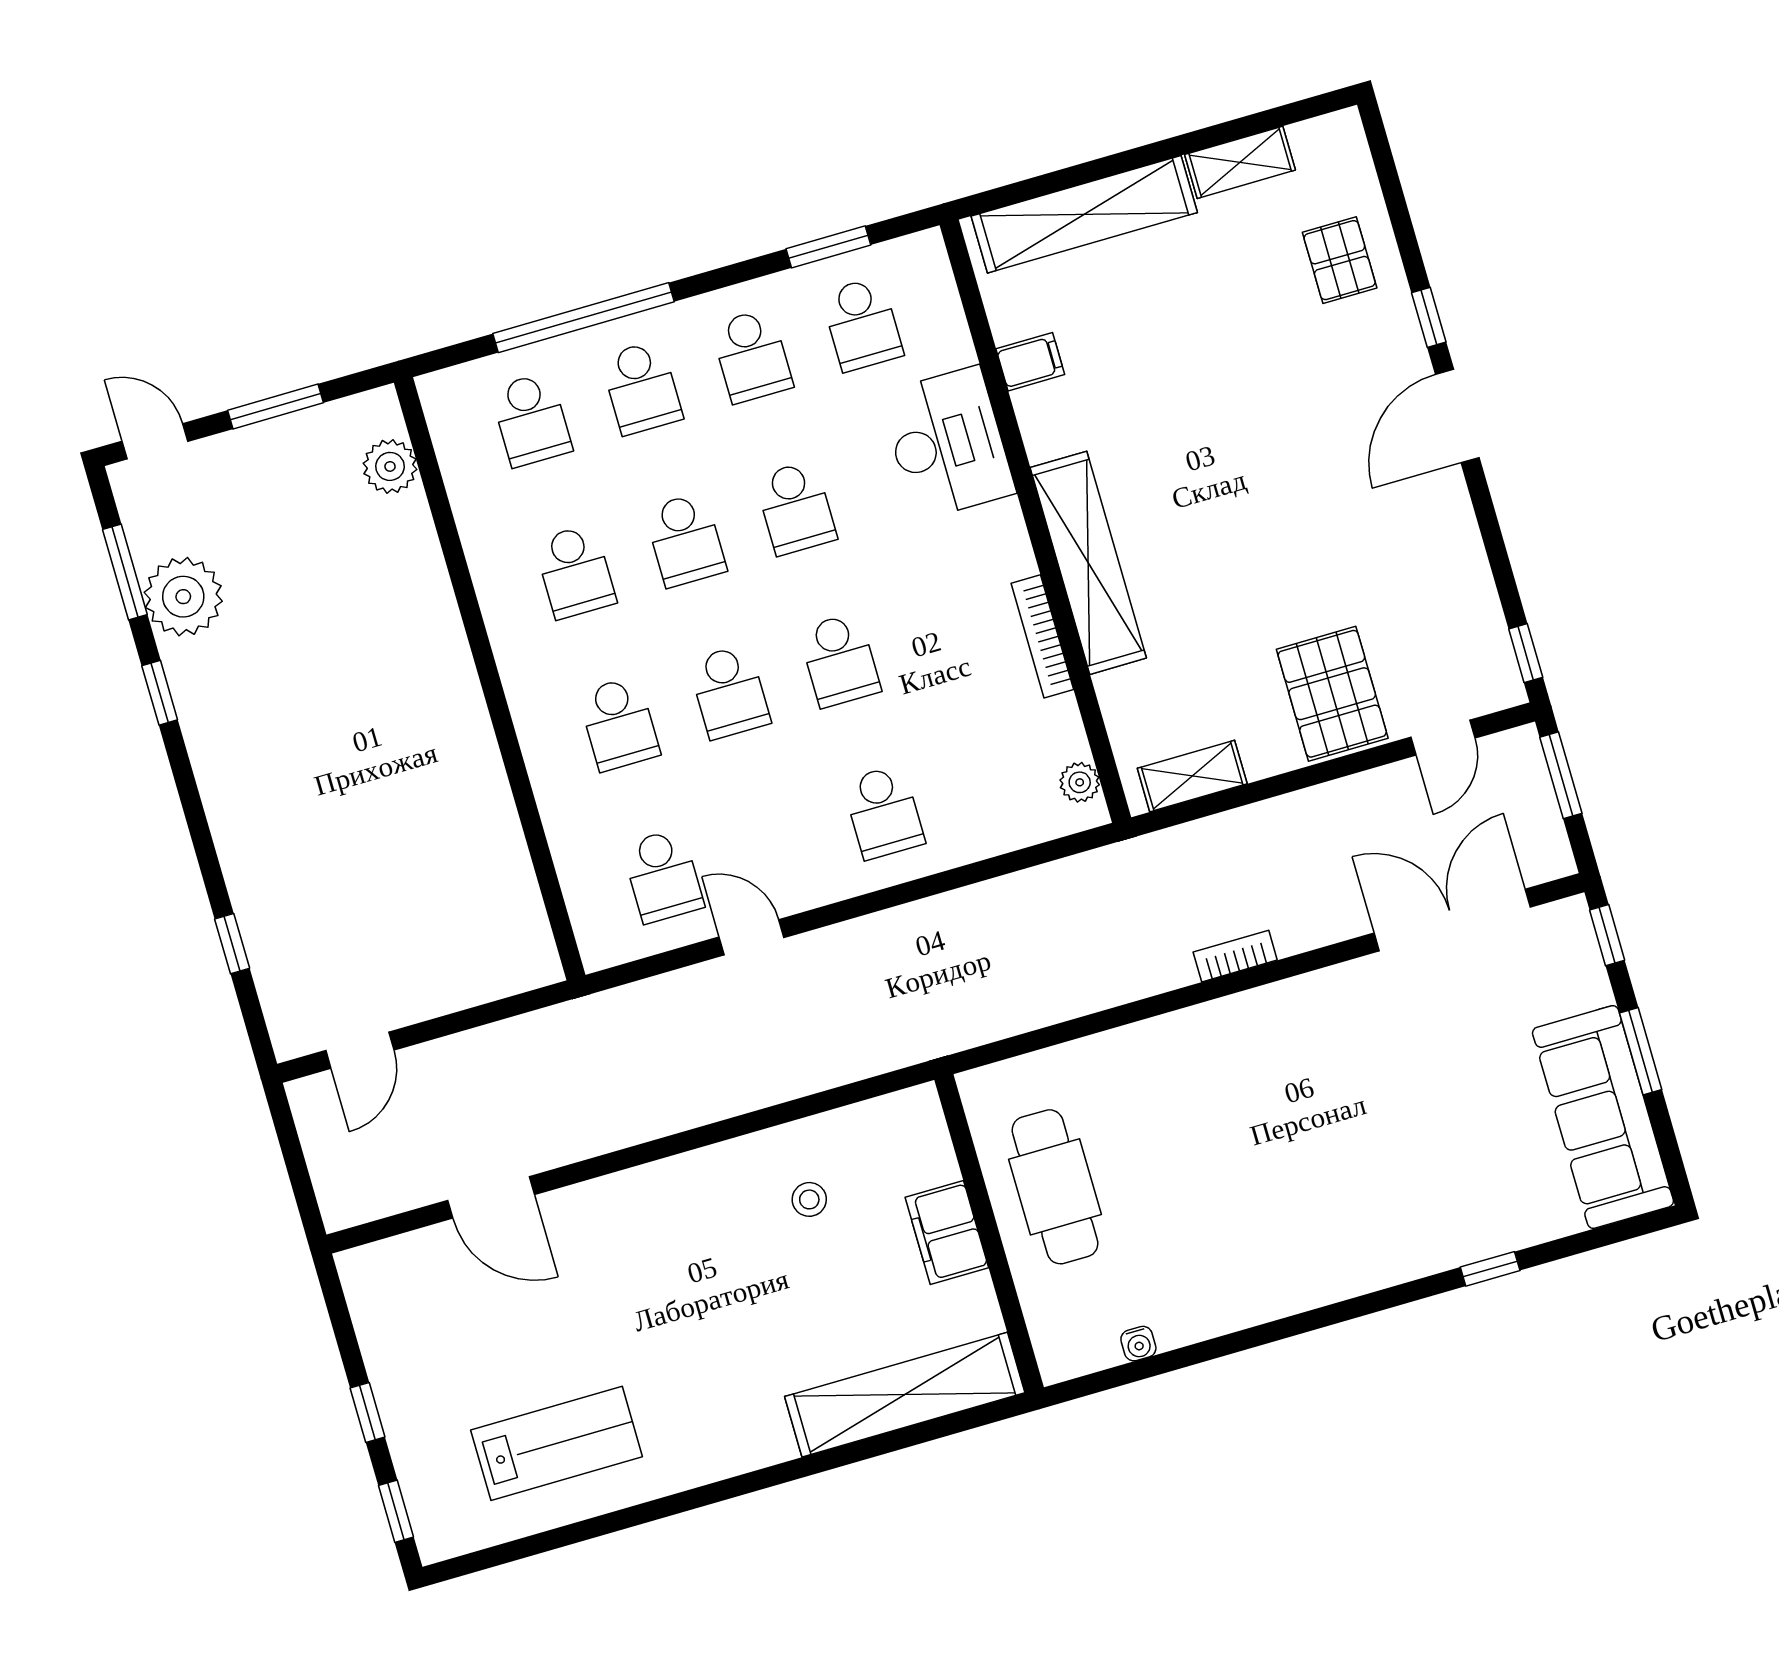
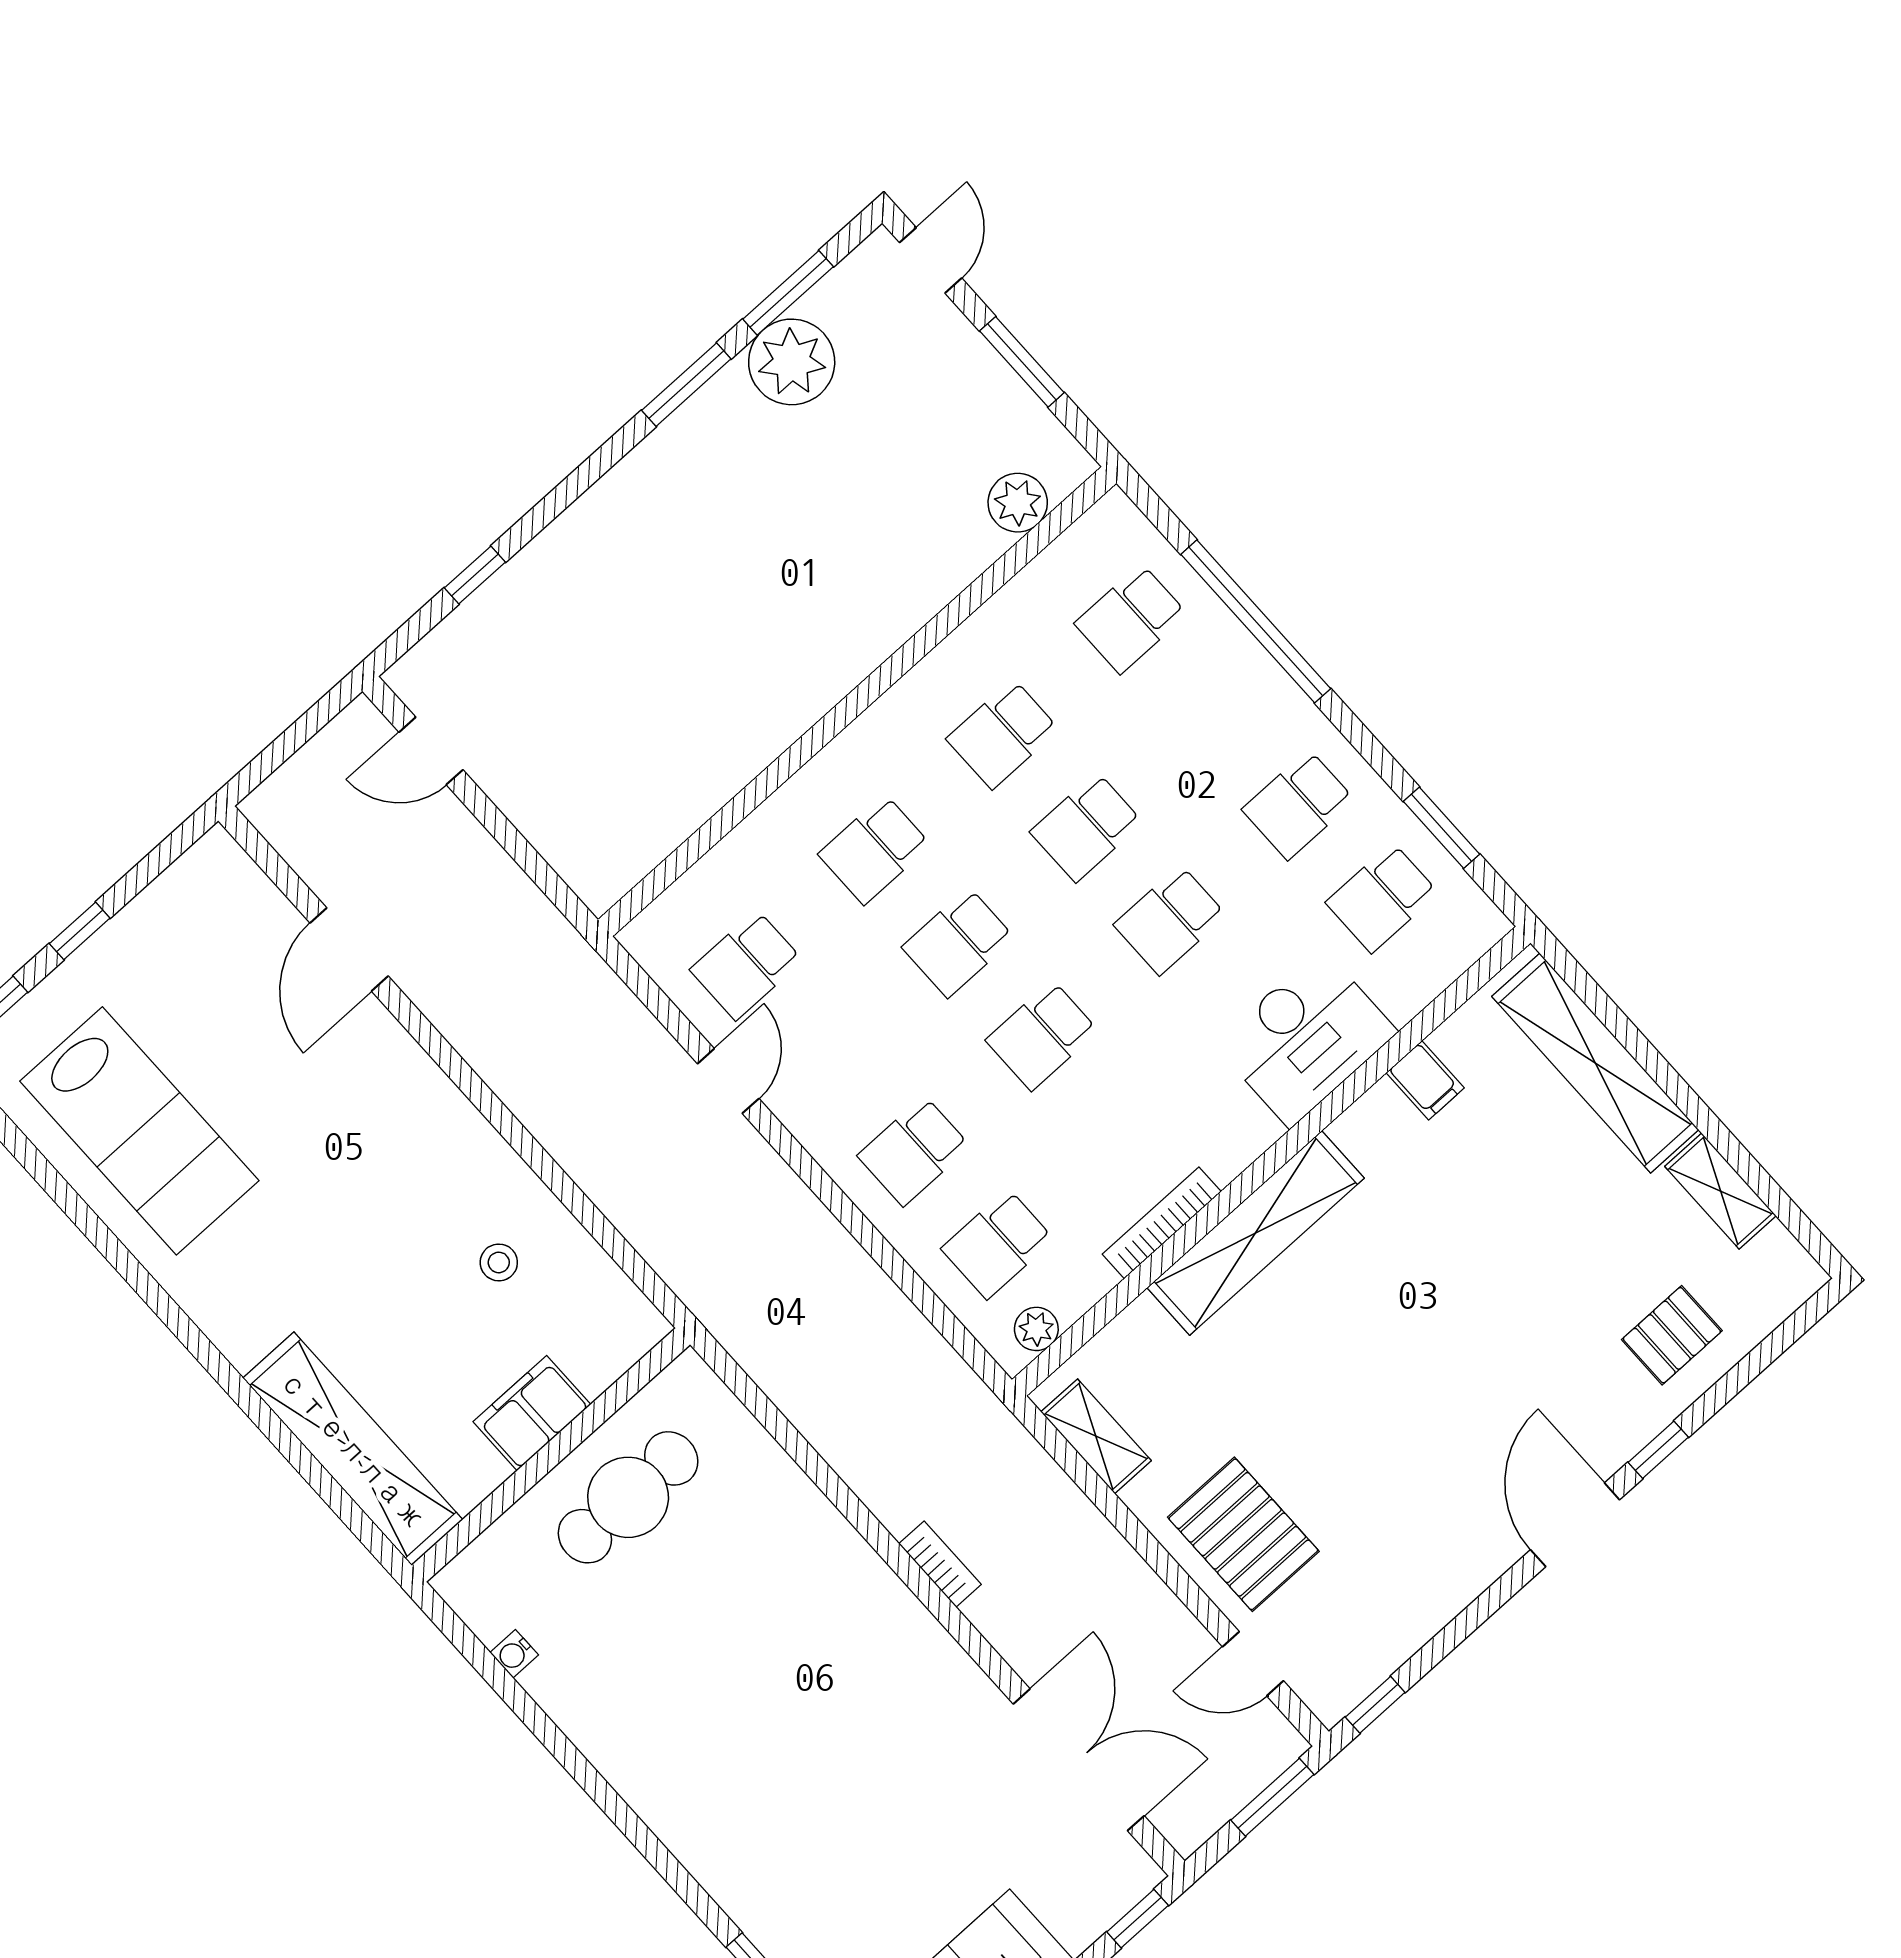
school desk: (642, 388) -> (997, 1244), moved
door: (1457, 416) -> (1575, 1525), hinge flipped
window: (160, 693) -> (686, 385), width x1.50
pallet: (1332, 694) -> (1243, 1534), turned 90
lab bench: (557, 1443) -> (139, 1131), width x1.36, depth x1.39

